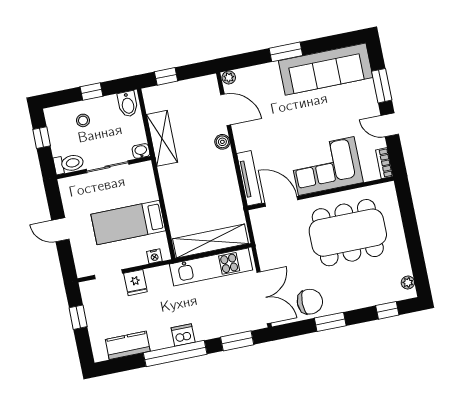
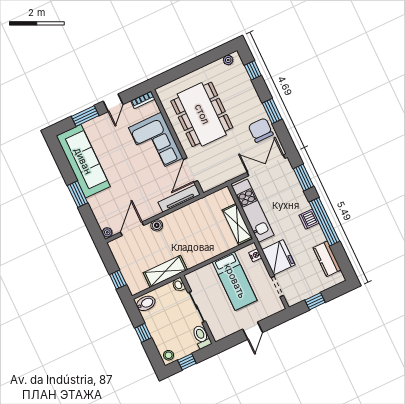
stool: (83, 120) -> (169, 355), moved
shelving: (210, 241) -> (237, 224), width x0.68
fridge: (135, 283) -> (278, 257), width x1.88, depth x1.34

